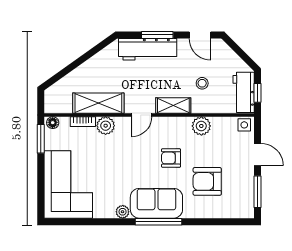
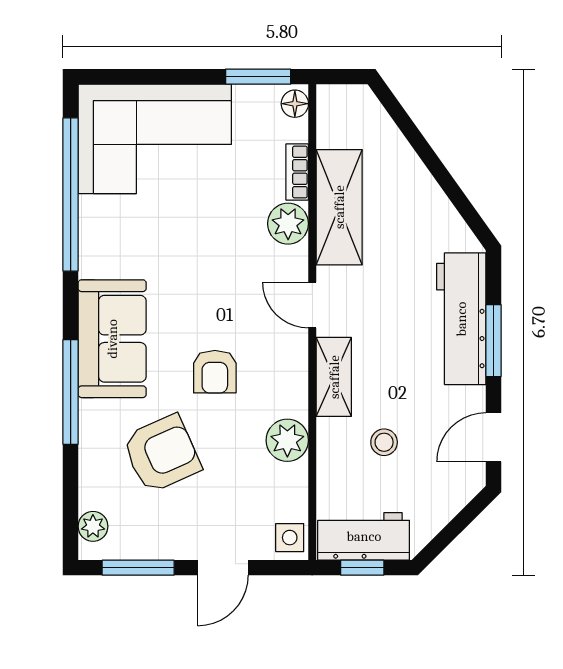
armchair: (171, 158) -> (215, 372), turned 180
armchair: (207, 181) -> (162, 454), turned 66
plant: (123, 212) -> (93, 526), moved
window: (93, 222) -> (71, 194), added
window: (158, 222) -> (71, 392), moved

